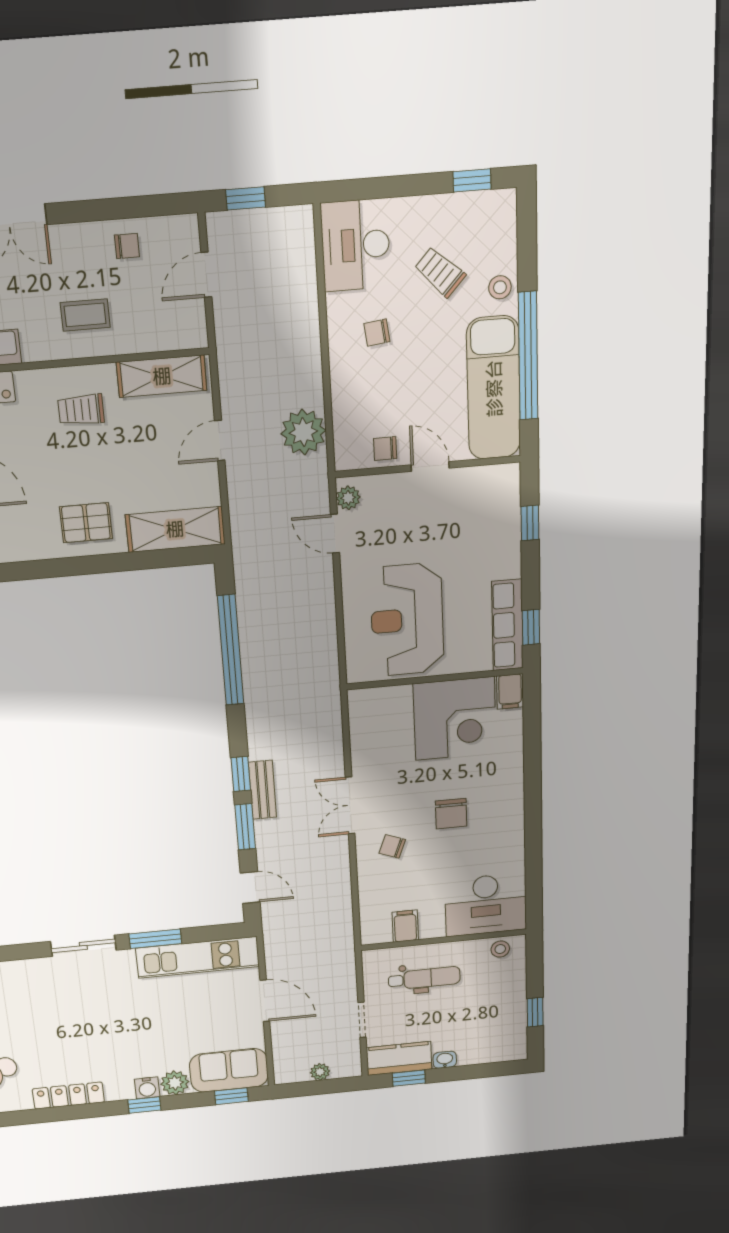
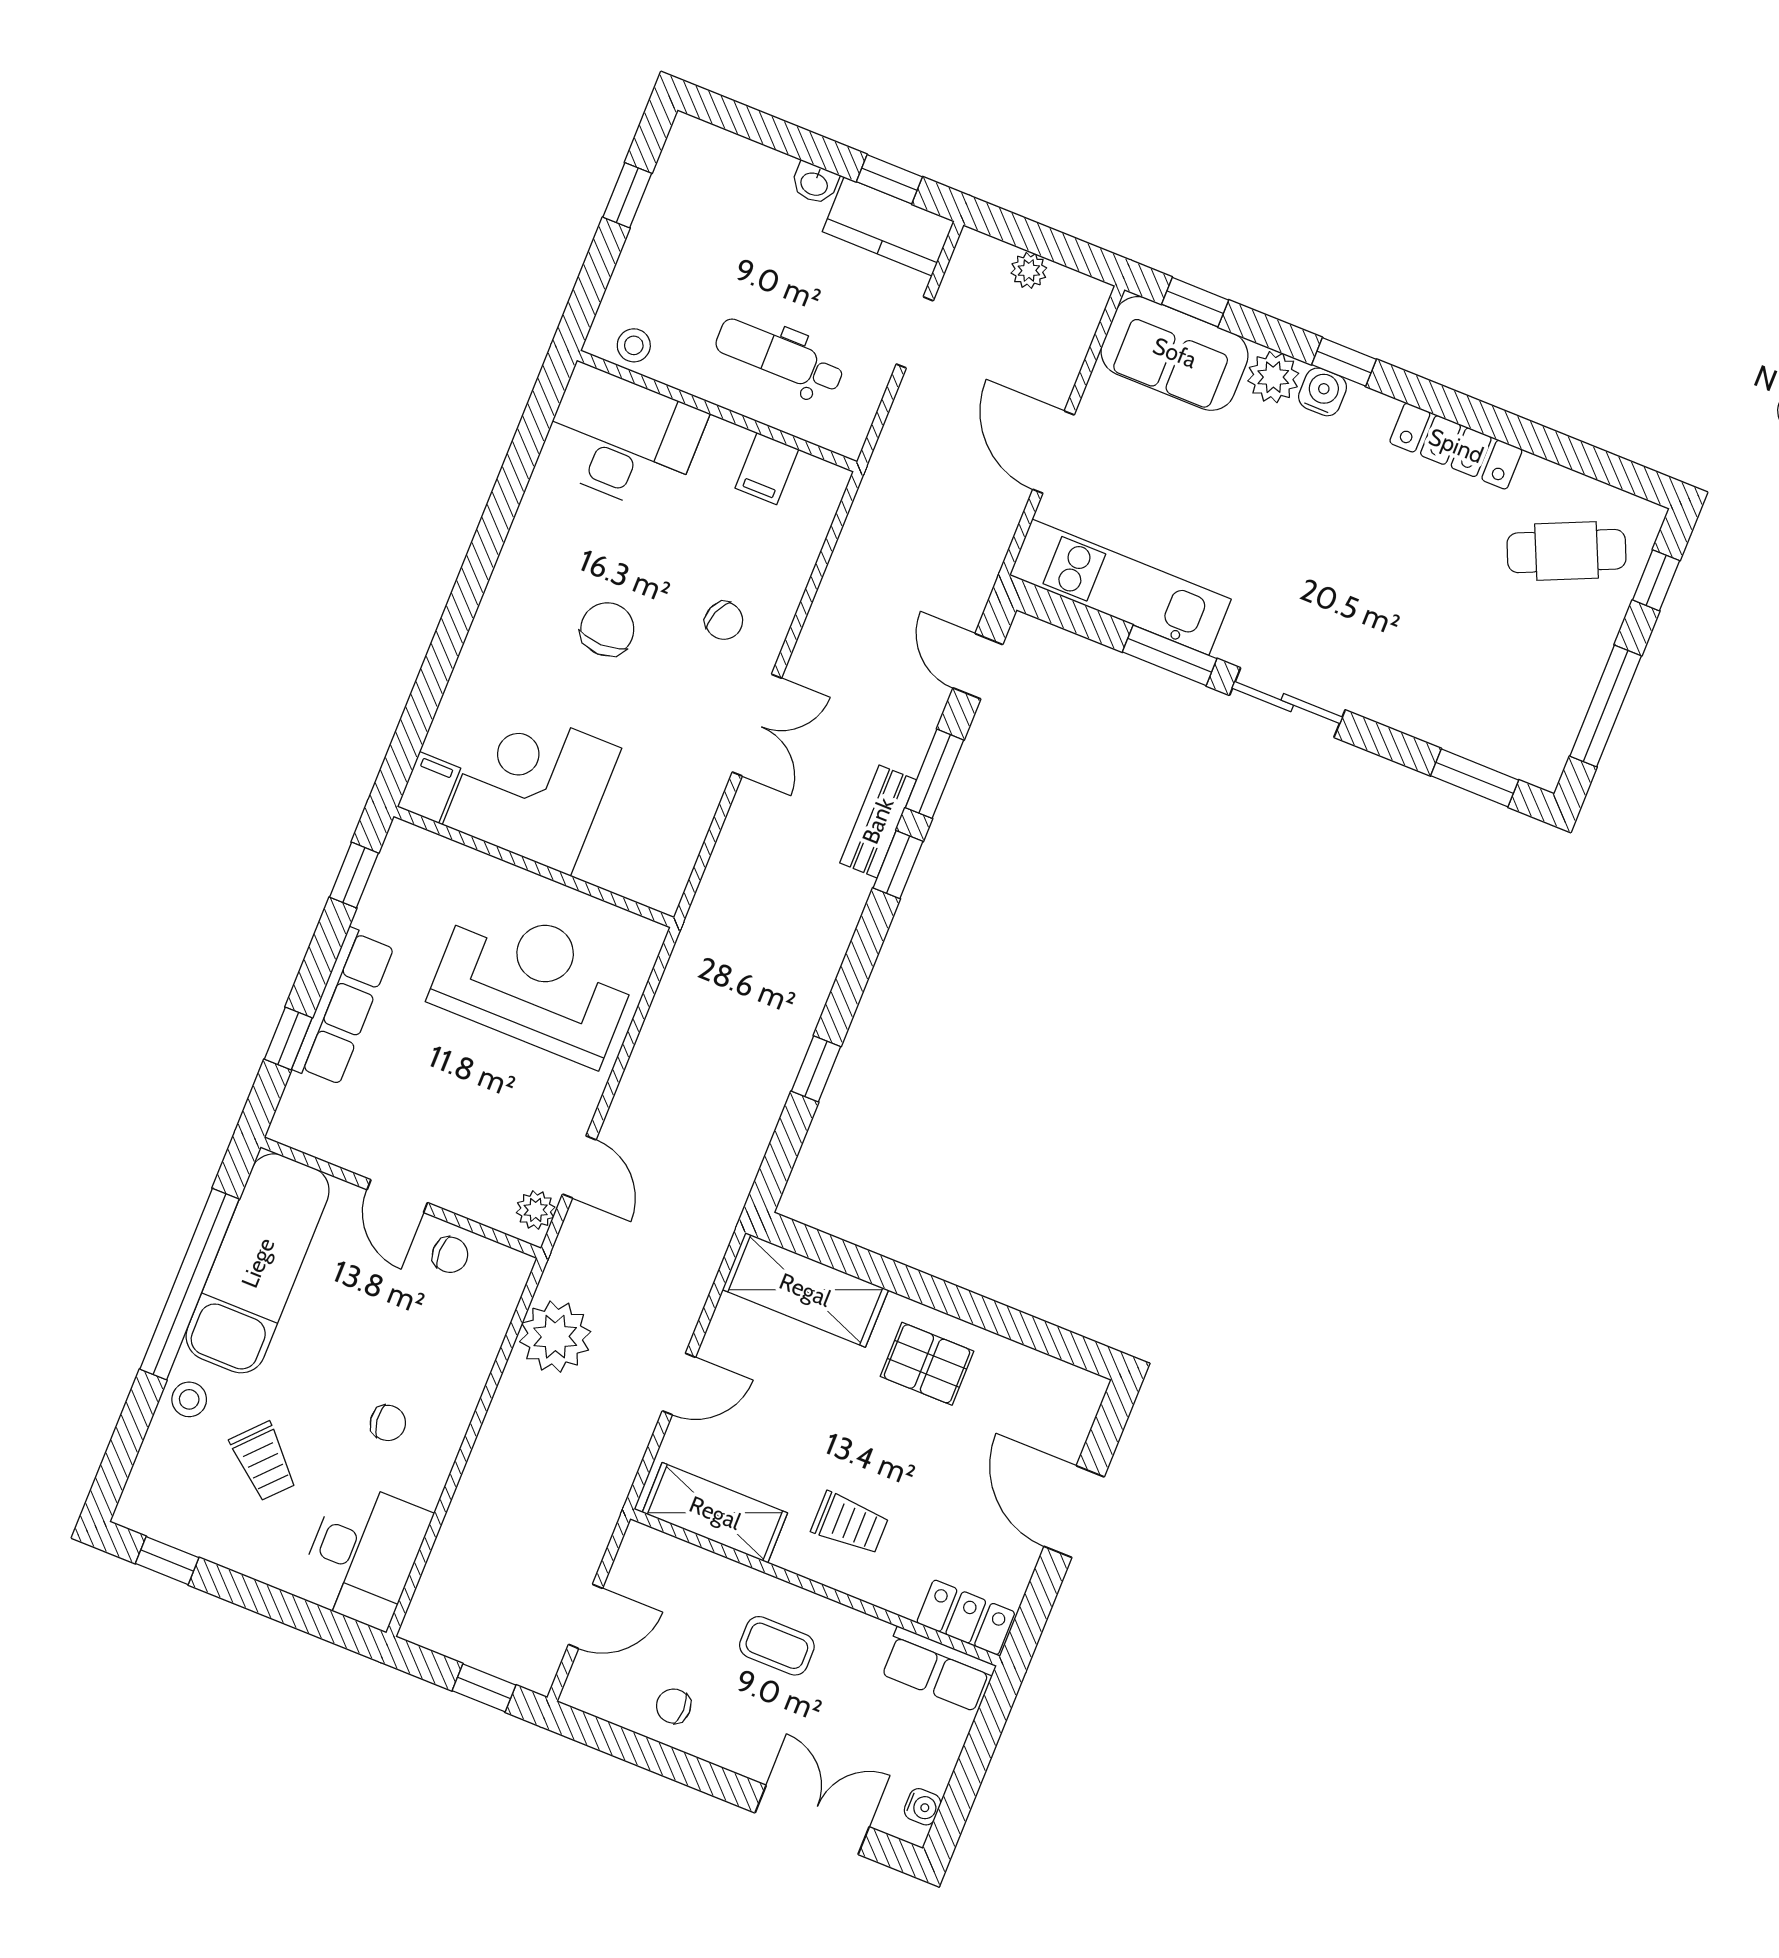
reception desk: (407, 620) -> (534, 982), turned -90
row of seats: (507, 625) -> (343, 1007), moved
window: (231, 650) -> (816, 1069), width x0.32

